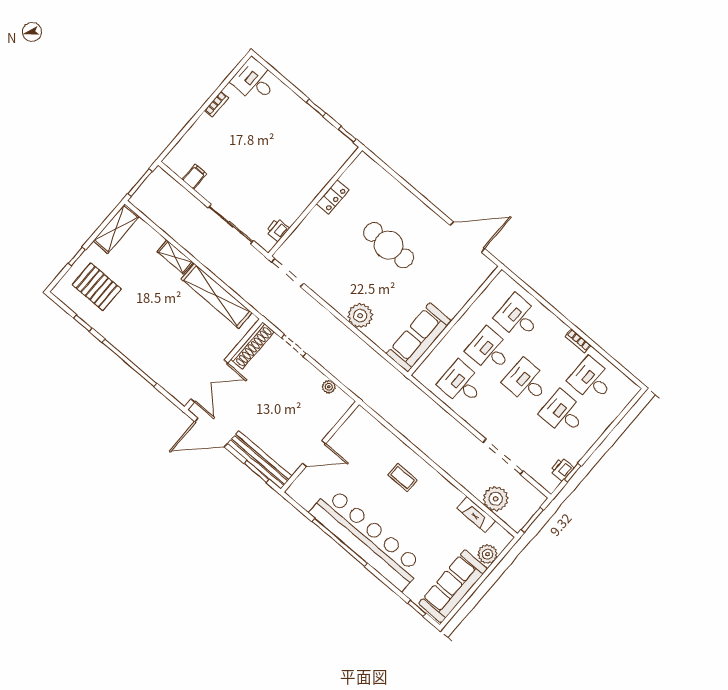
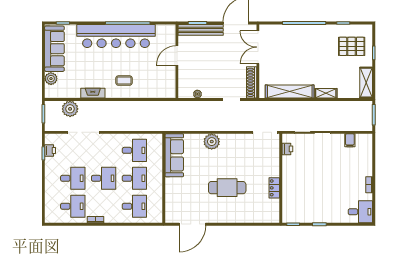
fireplace: (476, 515) -> (93, 93), moved

